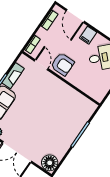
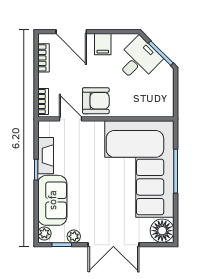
corner sofa: (61, 119) -> (139, 169), added

